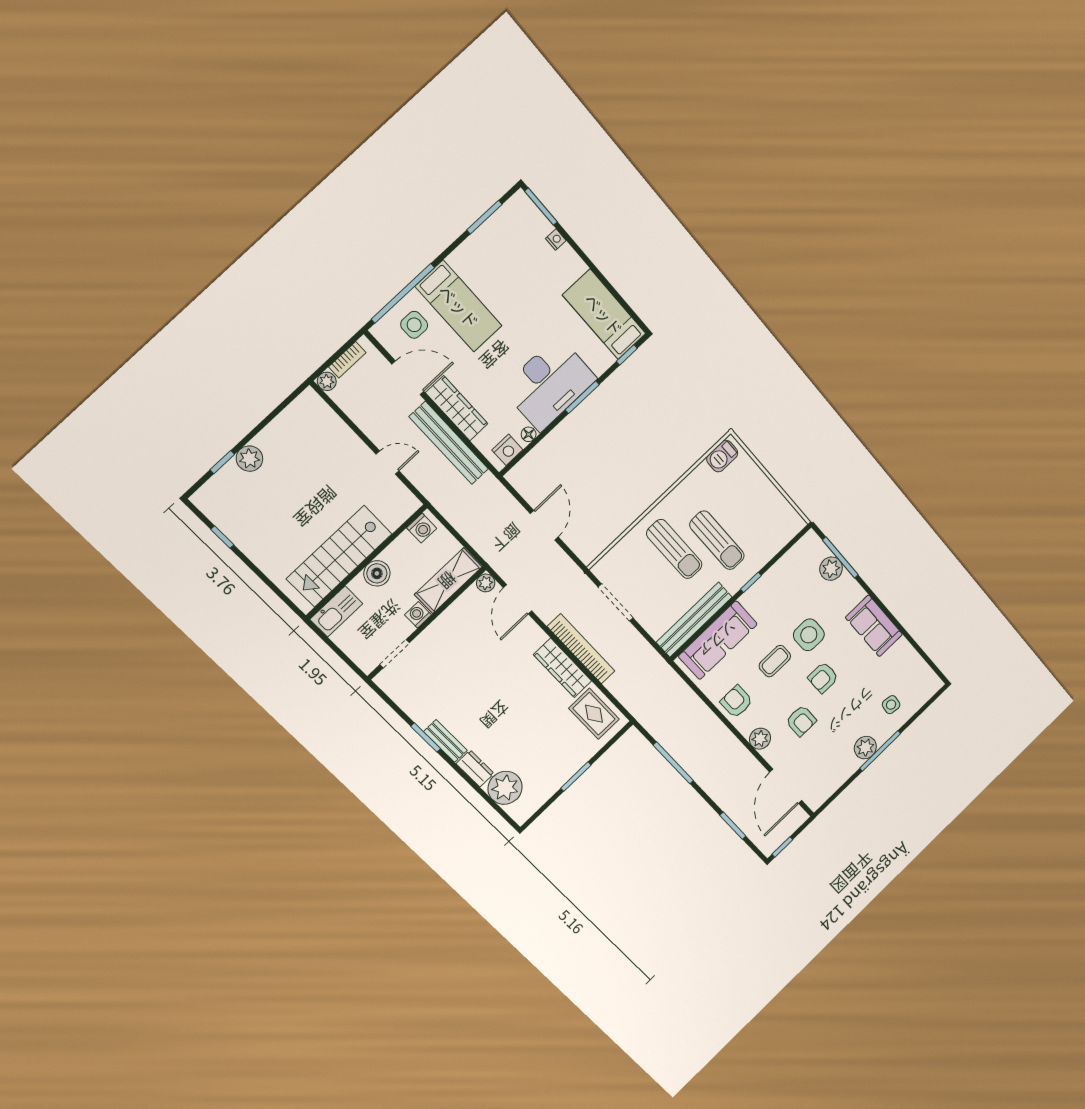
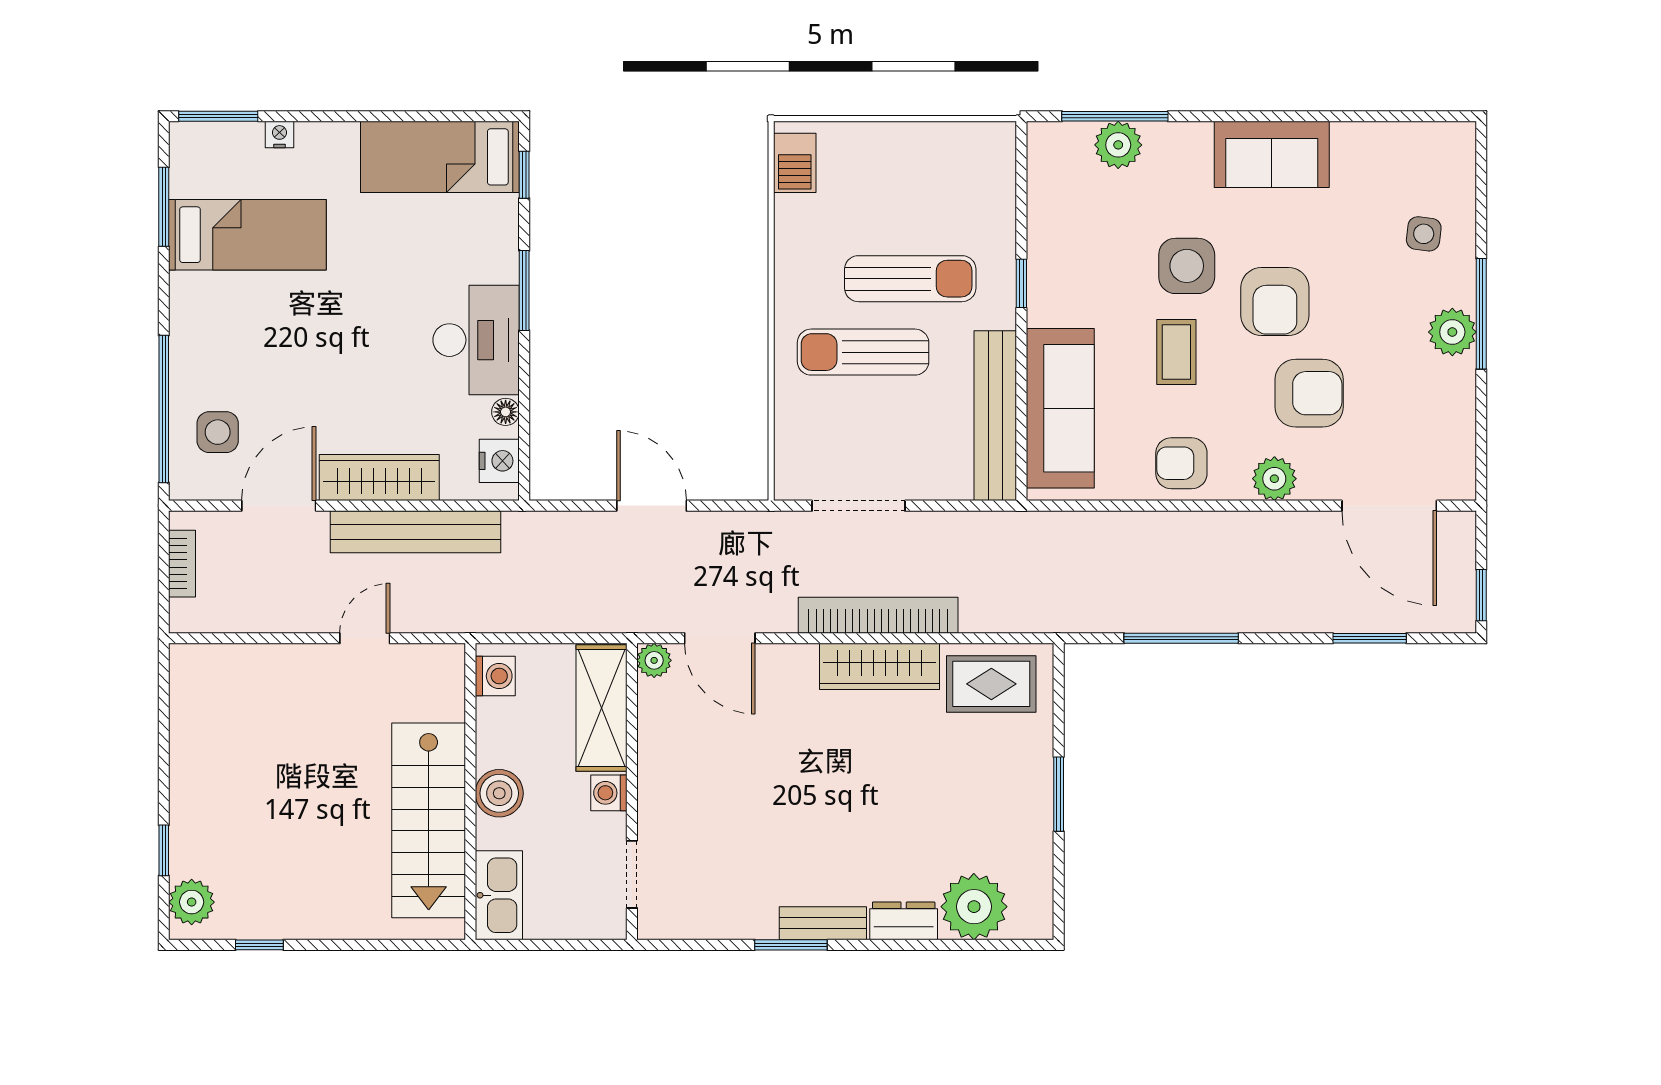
bed: (459, 306) -> (247, 235), moved
plant: (327, 381) -> (185, 617), removed
desk: (549, 384) -> (476, 340), width x0.73, depth x0.77
plant: (249, 459) -> (192, 902), moved
sun lounger: (674, 549) -> (863, 352), turned 180
armchair: (823, 678) -> (1275, 301), width x1.38, depth x1.38
armchair: (801, 721) -> (1309, 393), width x1.38, depth x1.38

